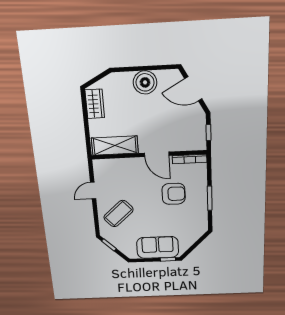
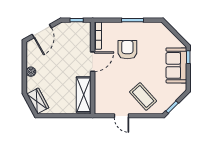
boiler: (145, 82) -> (31, 72), width x0.54, depth x0.54
wardrobe: (95, 104) -> (38, 101), moved, turned 62

